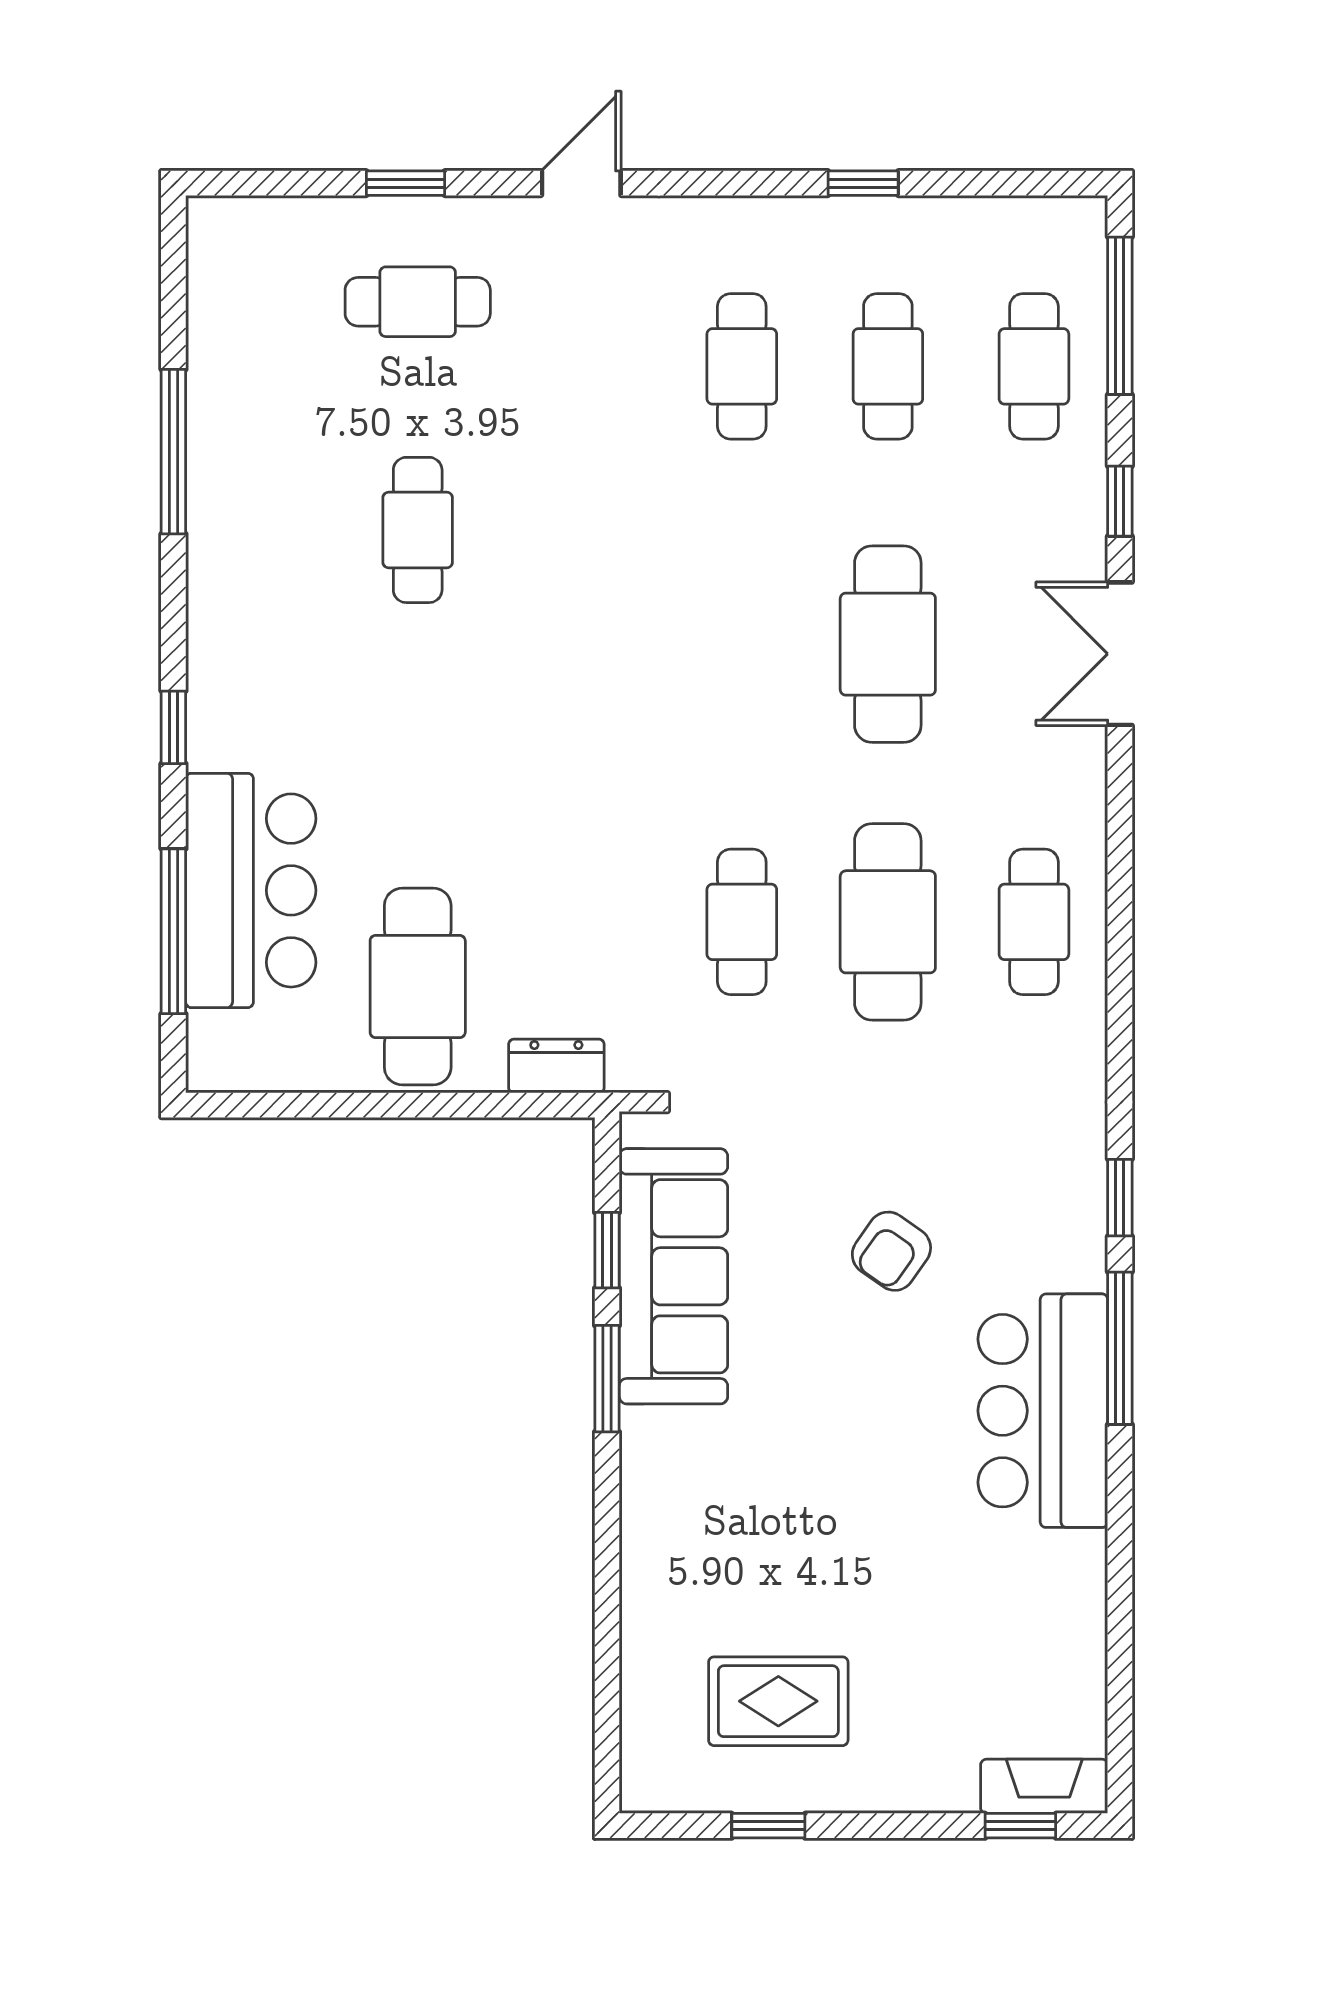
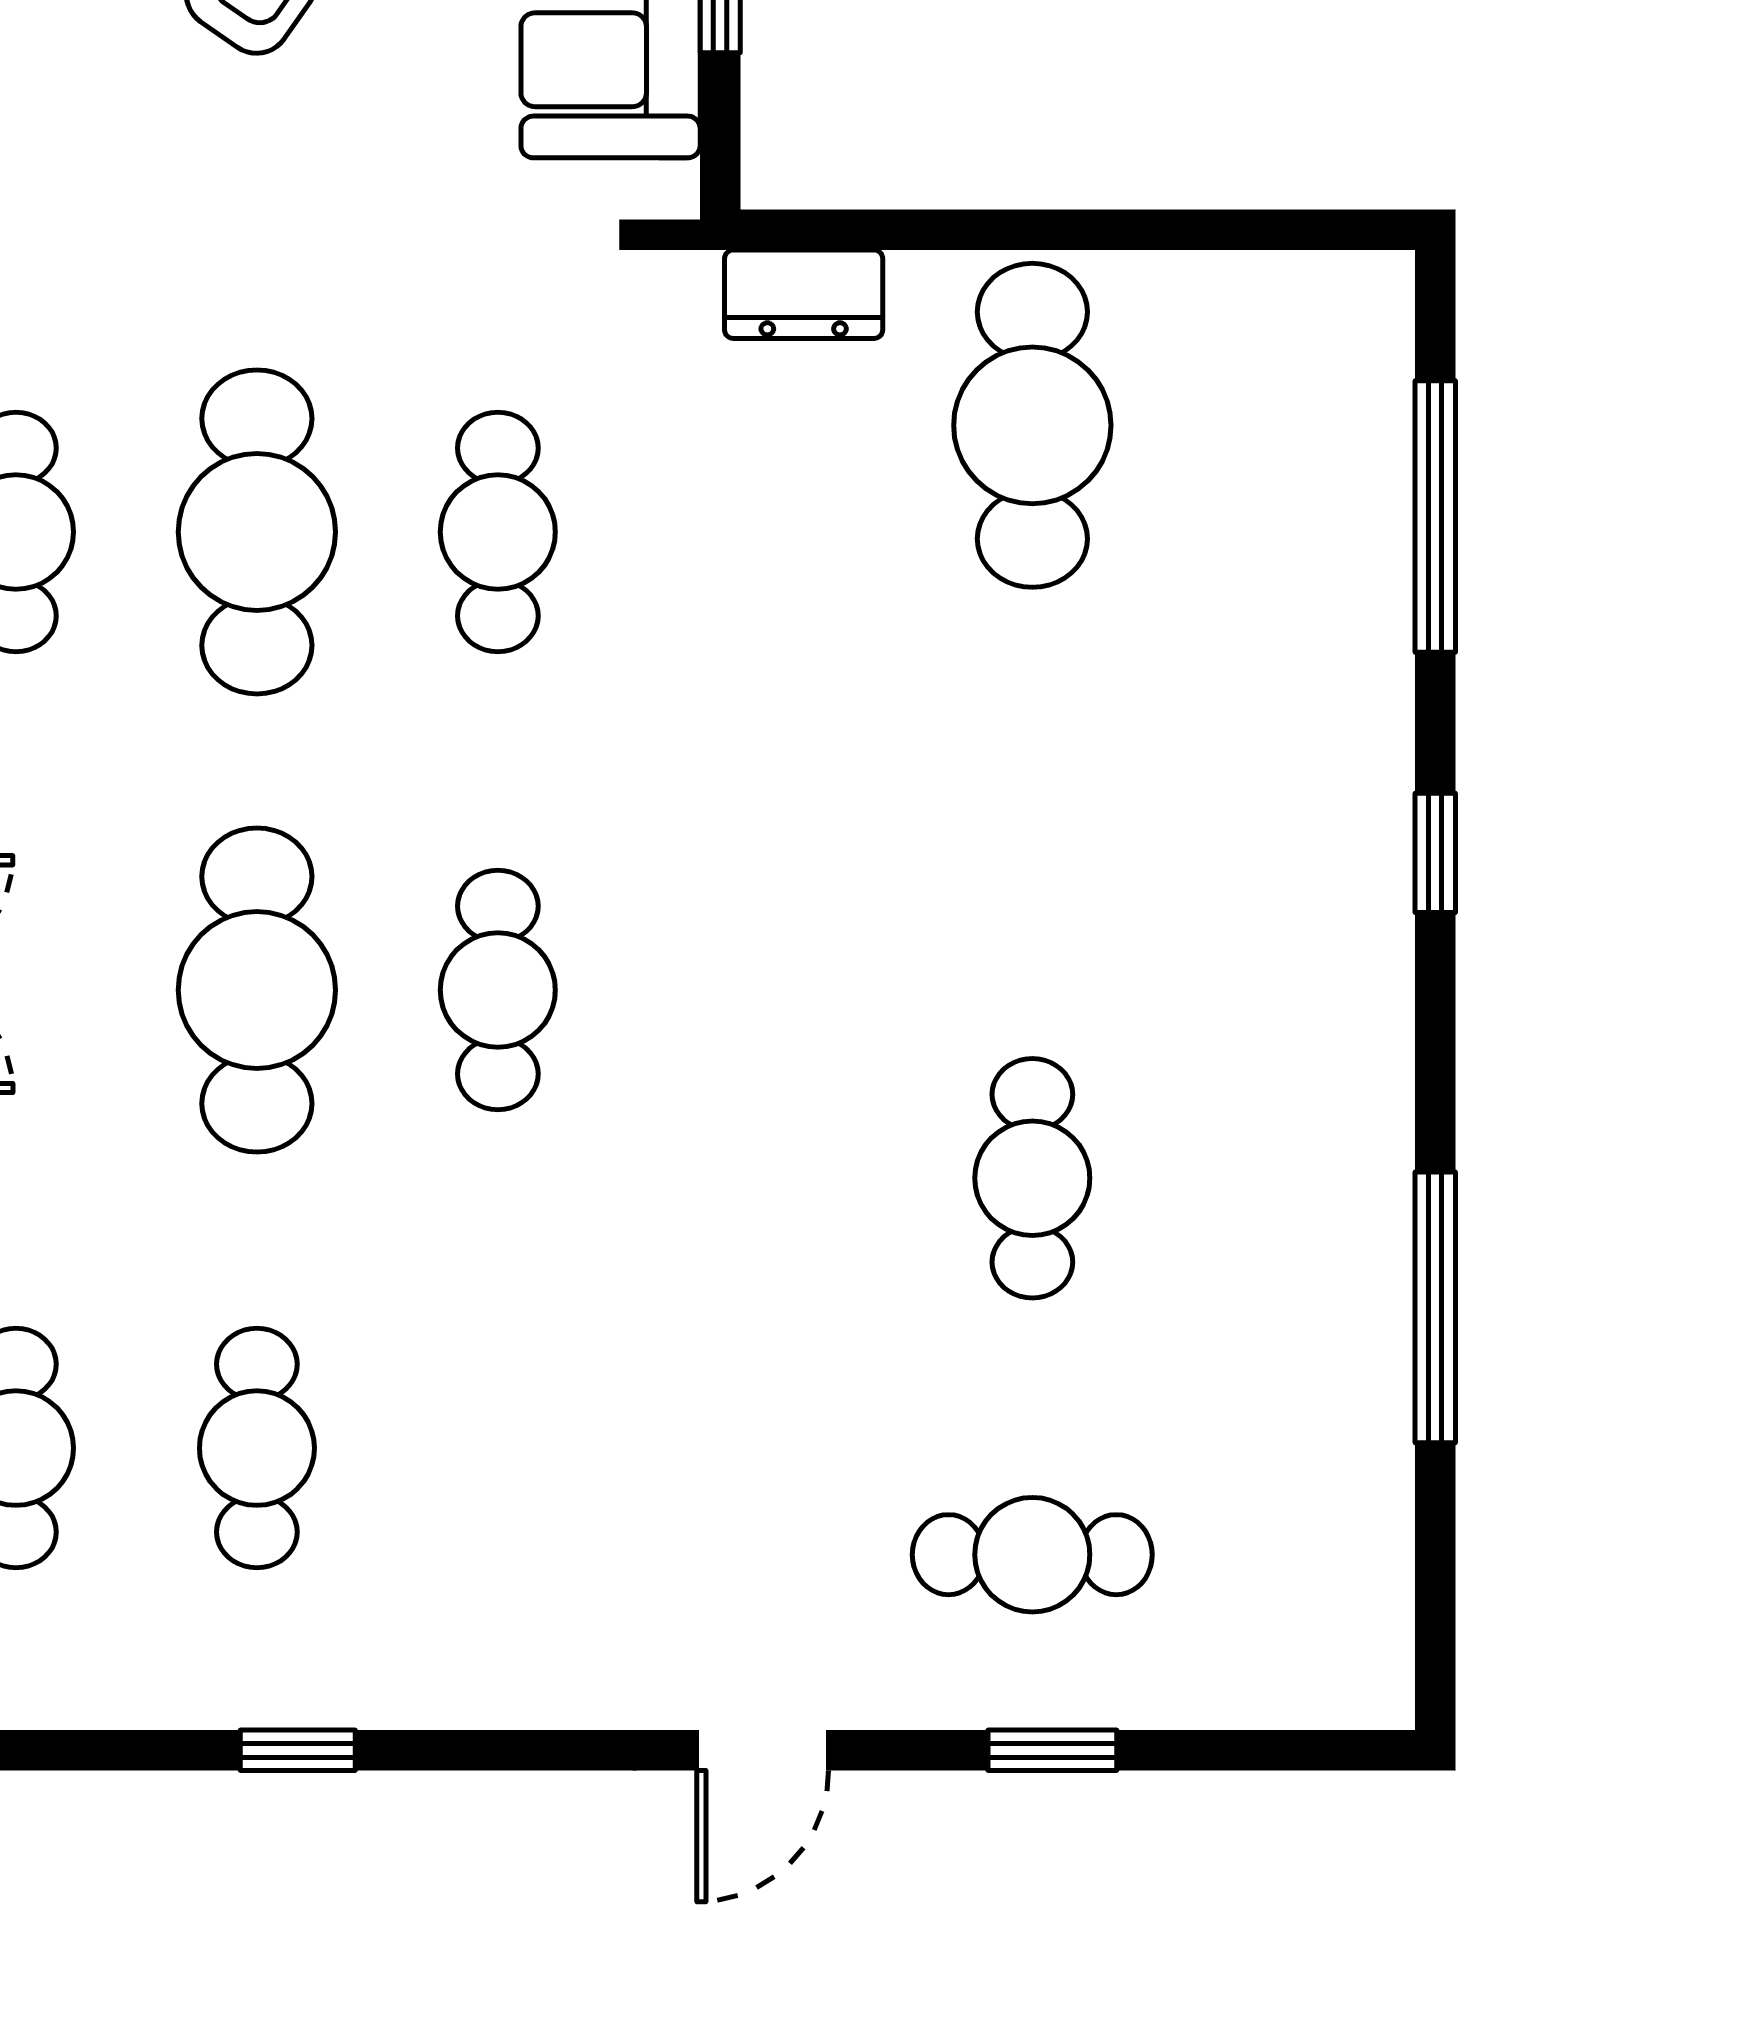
cafe table: (742, 366) -> (498, 990), moved
bar counter: (251, 890) -> (1308, 584), removed

